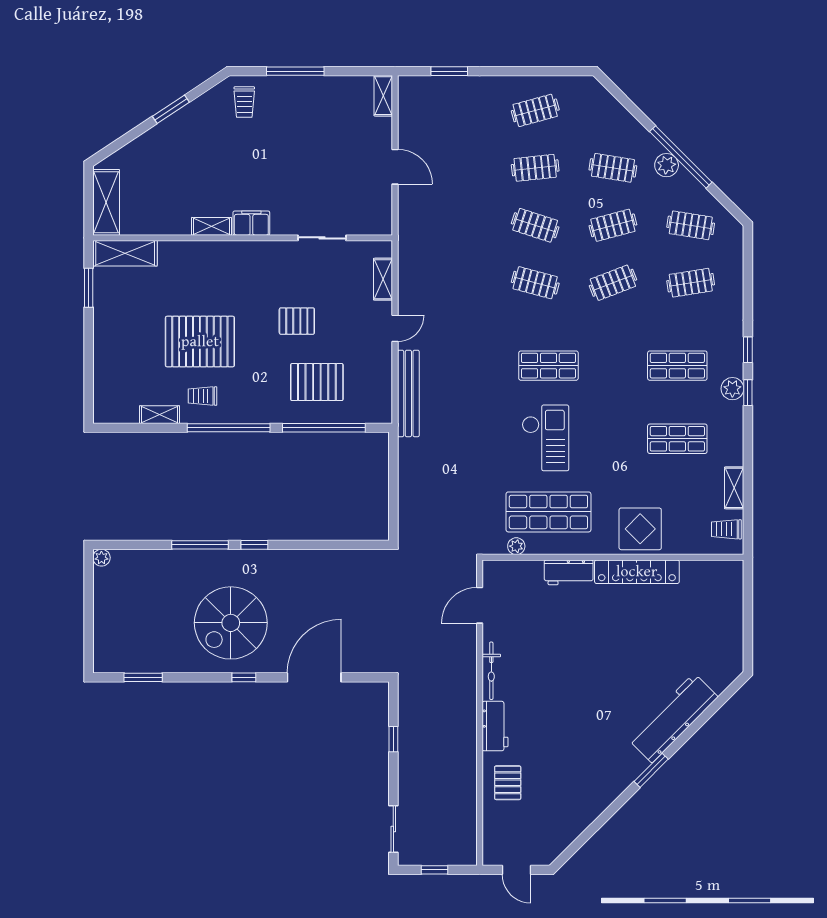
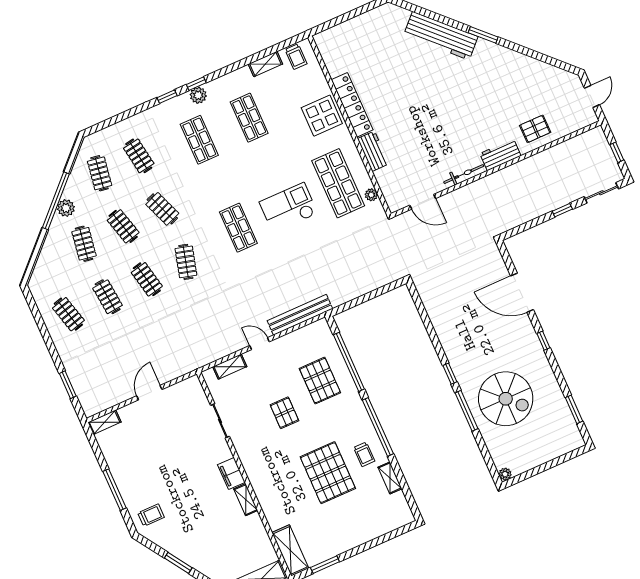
clothes rail: (535, 225) -> (147, 279), turned -30
spiral stairs: (231, 623) -> (506, 399), moved
window: (393, 739) -> (562, 210), moved

